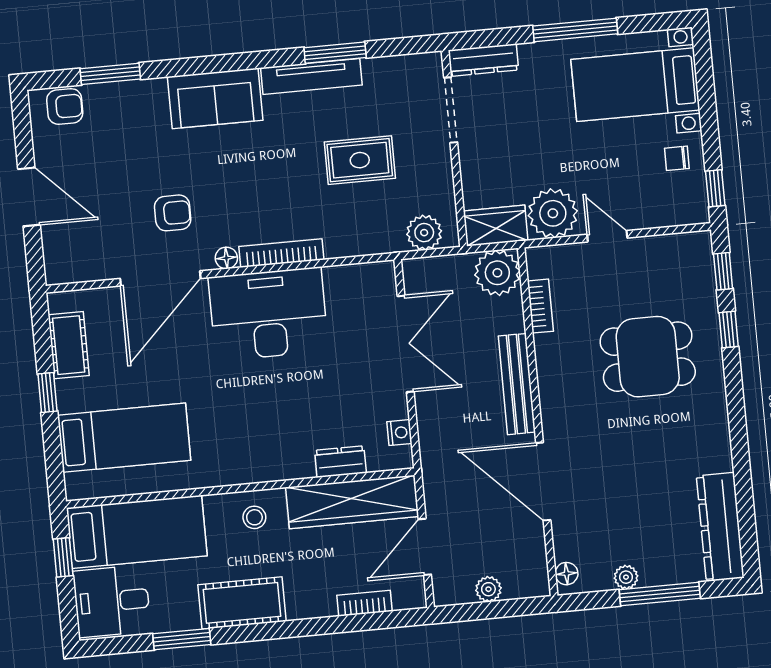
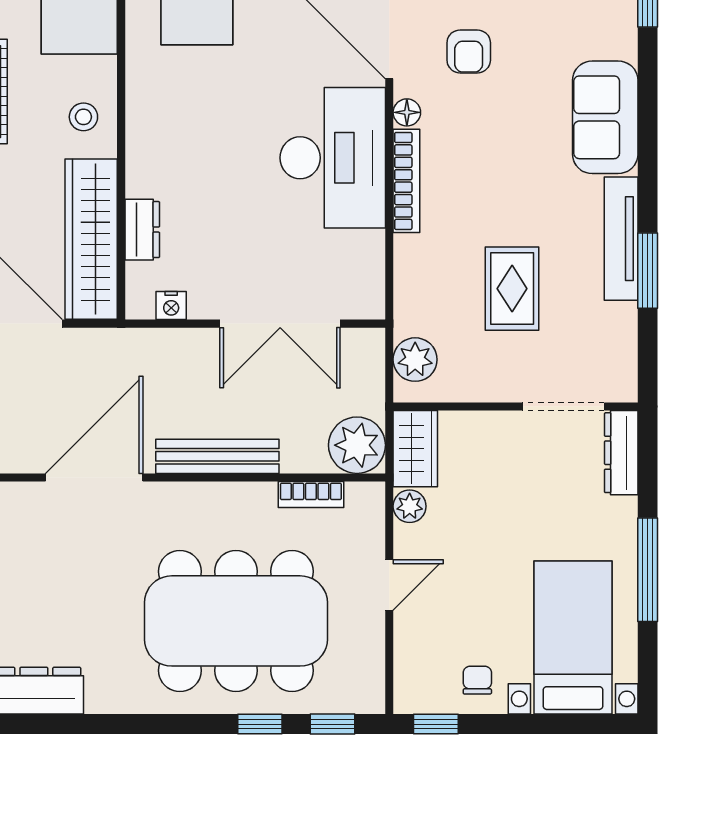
plant: (553, 213) -> (410, 506), width x0.53, depth x0.53
dining table: (648, 357) -> (236, 621), width x1.88, depth x1.24

